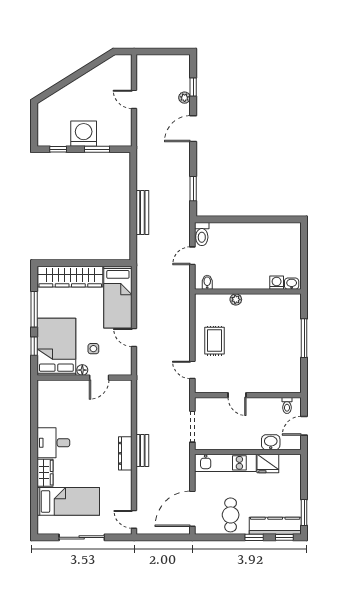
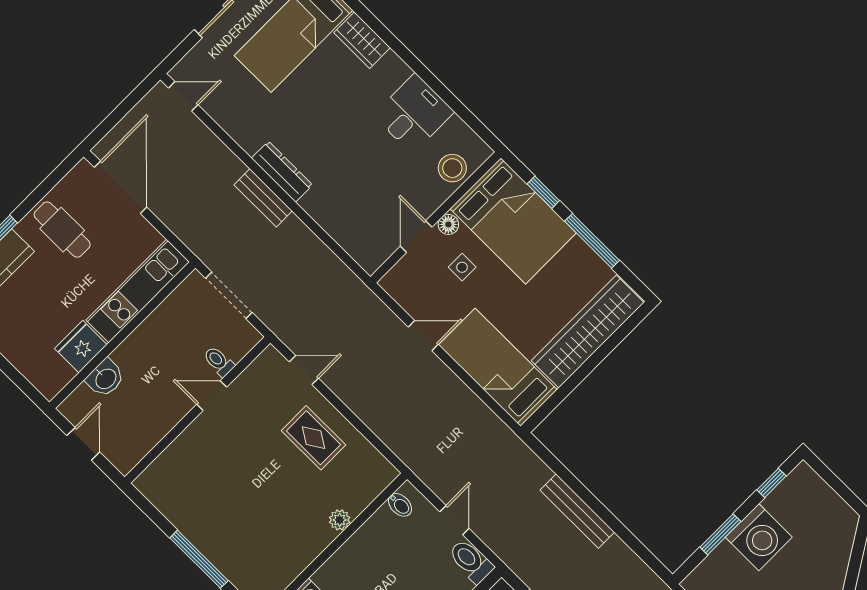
stool: (59, 390) -> (452, 168), added
toilet: (287, 405) -> (219, 361), moved
desk: (53, 443) -> (414, 114), moved

